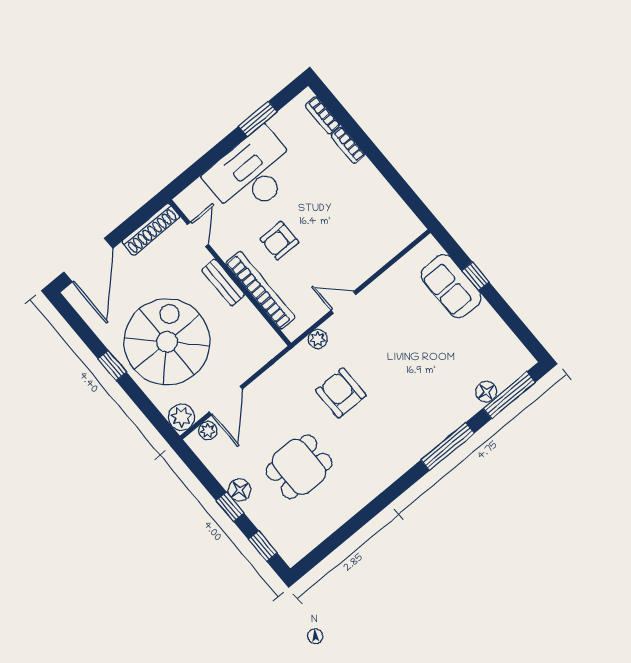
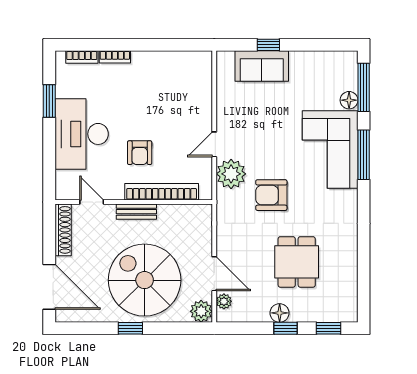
plant: (318, 339) -> (231, 174), width x1.87, depth x1.87
corner sofa: (427, 412) -> (330, 149), added

